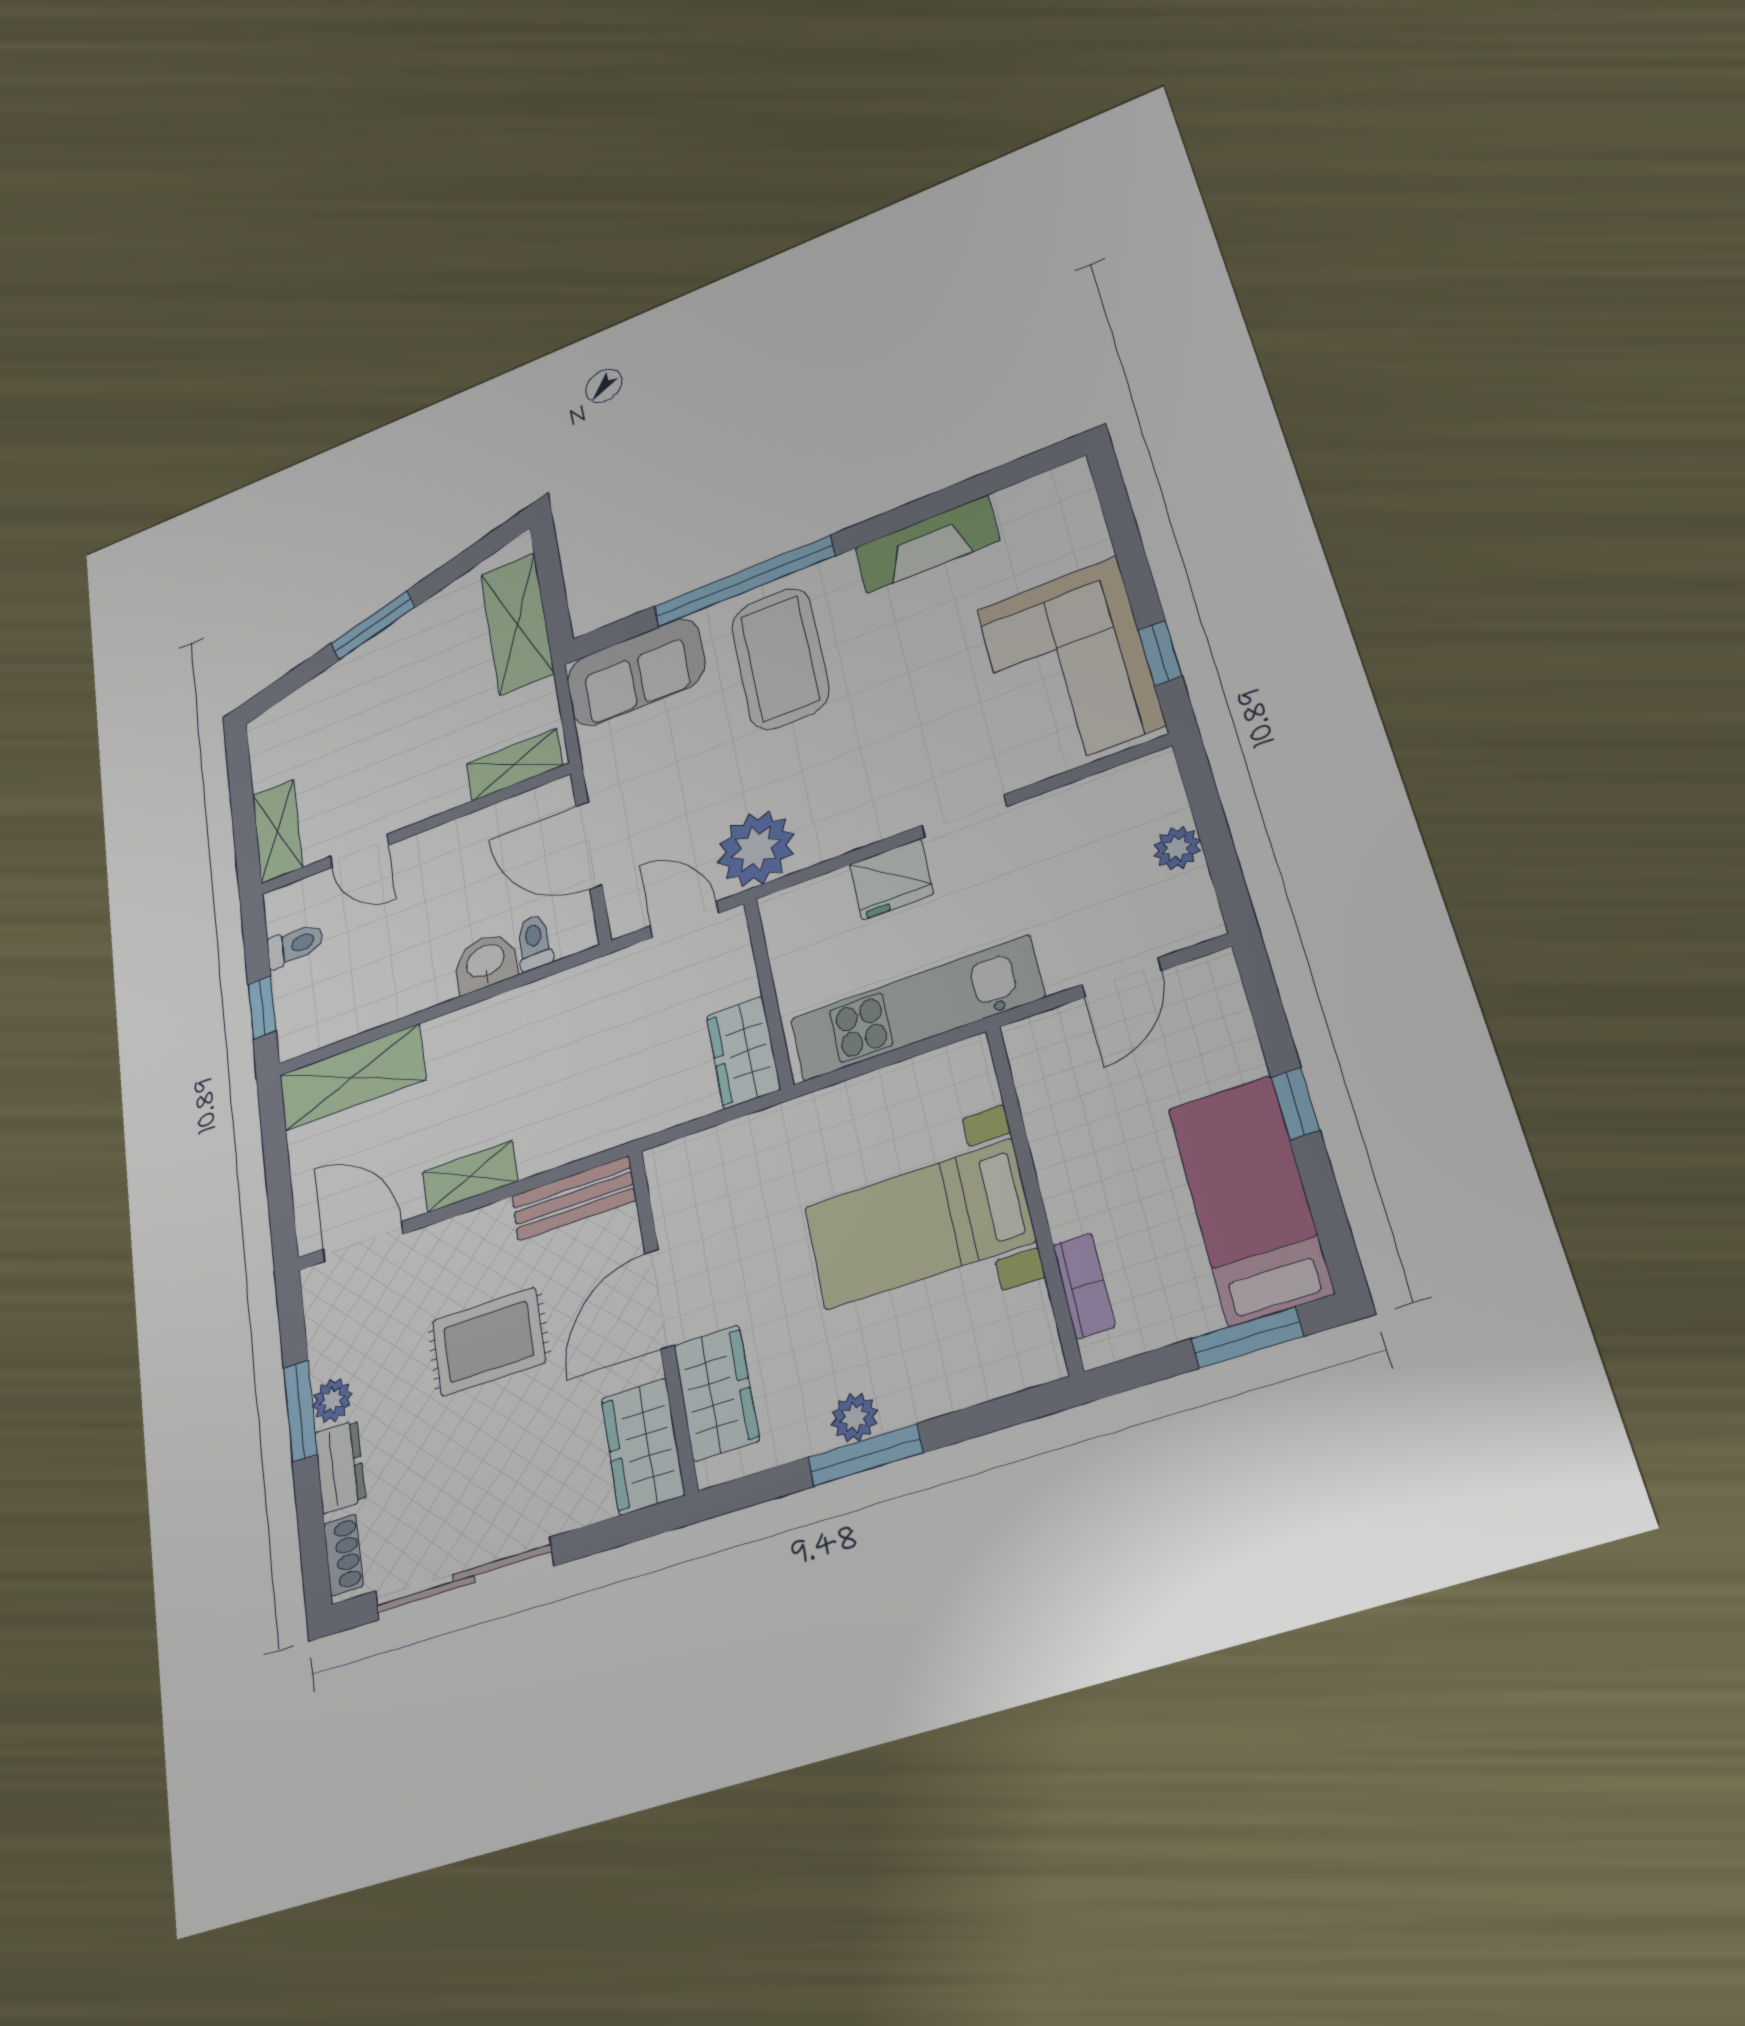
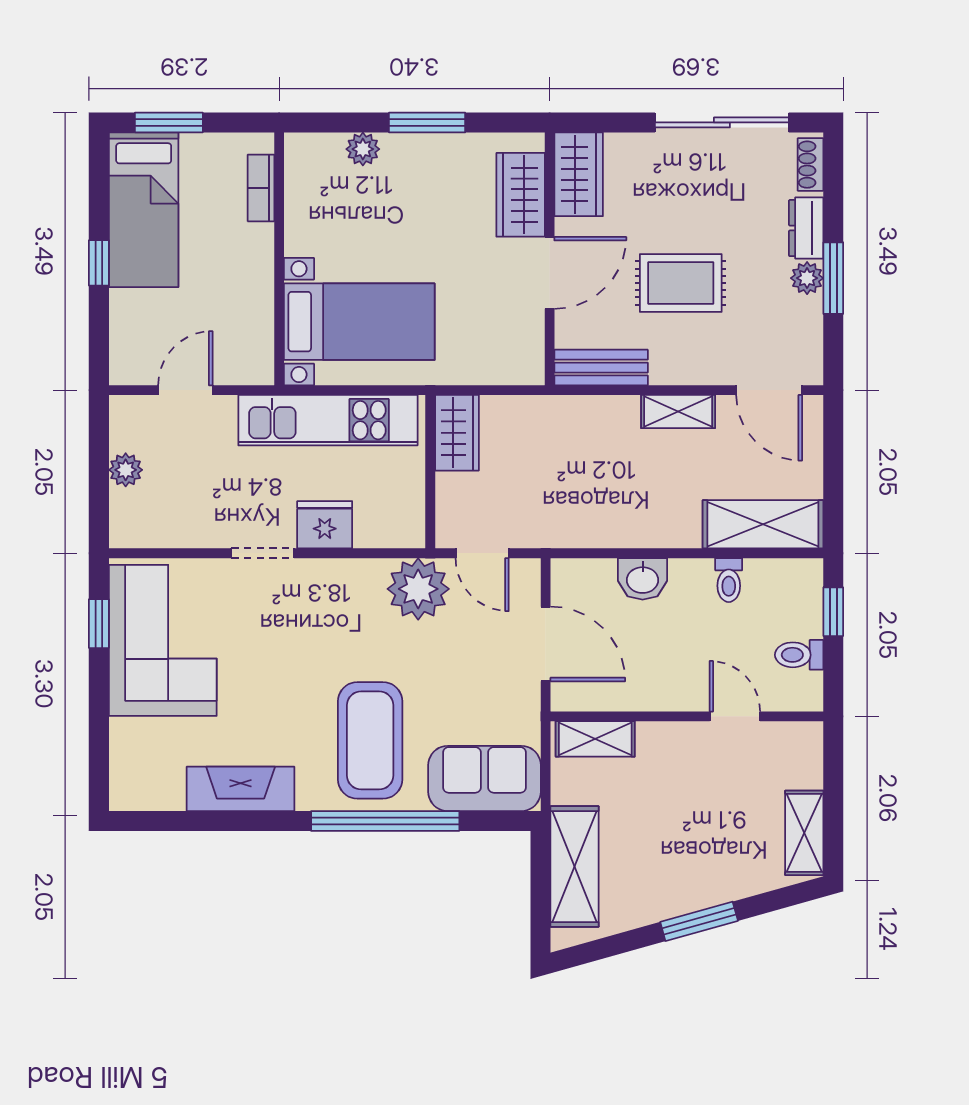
shelving: (278, 831) -> (804, 833), moved
toilet: (534, 943) -> (729, 580), moved
bed with nightstands: (919, 1224) -> (359, 322), moved
plant: (854, 1418) -> (363, 149), moved

